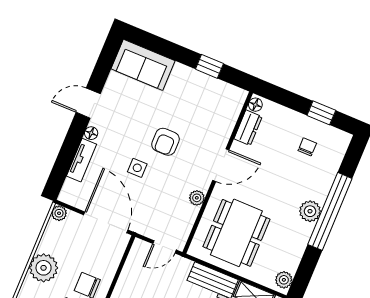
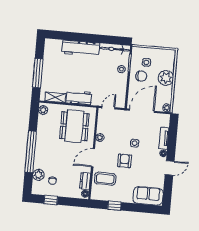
coffee table: (211, 120) -> (105, 179), added
plant: (310, 211) -> (38, 175), moved
door: (106, 222) -> (142, 111), swing flipped

